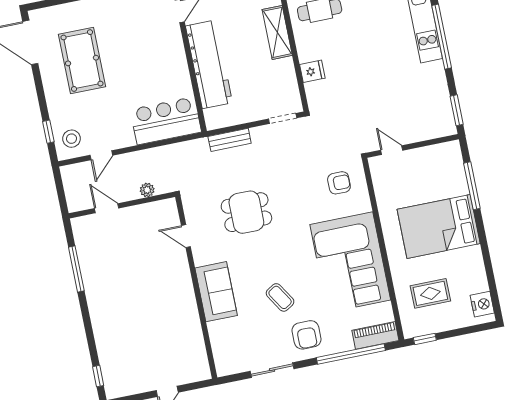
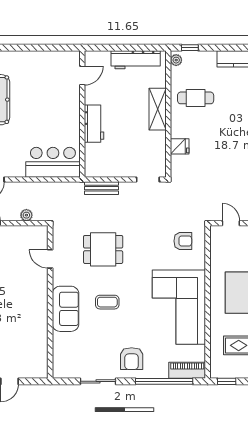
workbench: (209, 64) -> (94, 124), width x0.53, depth x0.76
coffee table: (280, 297) -> (107, 302), moved, turned -58

